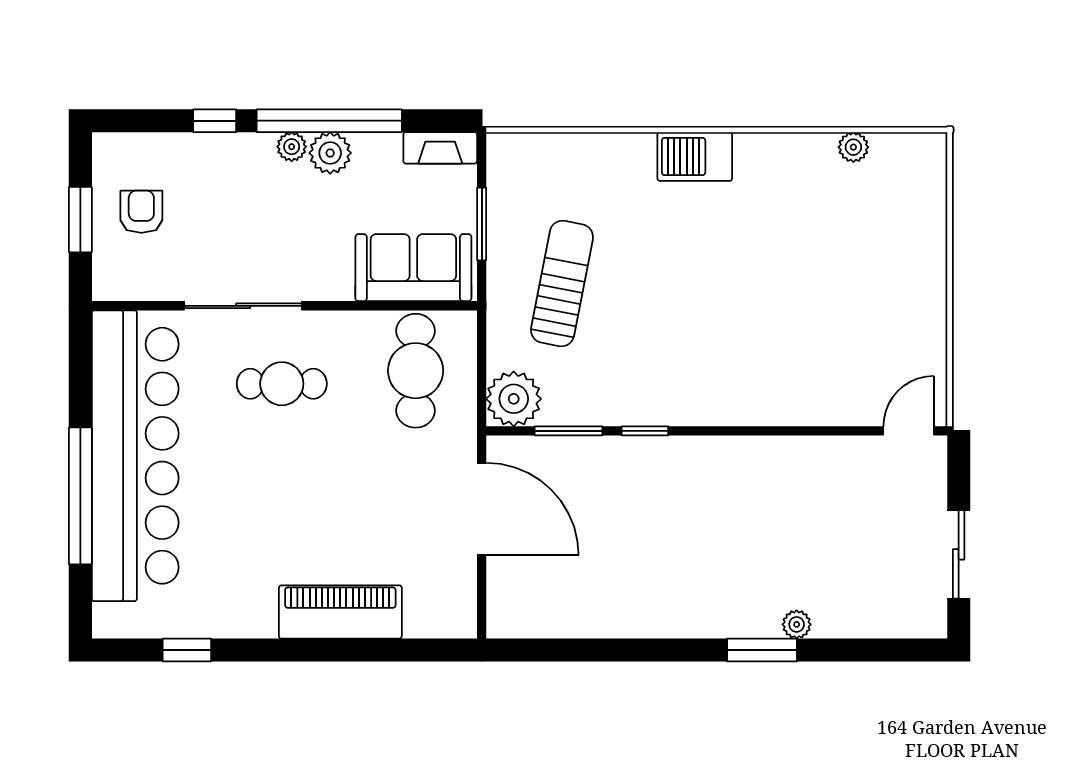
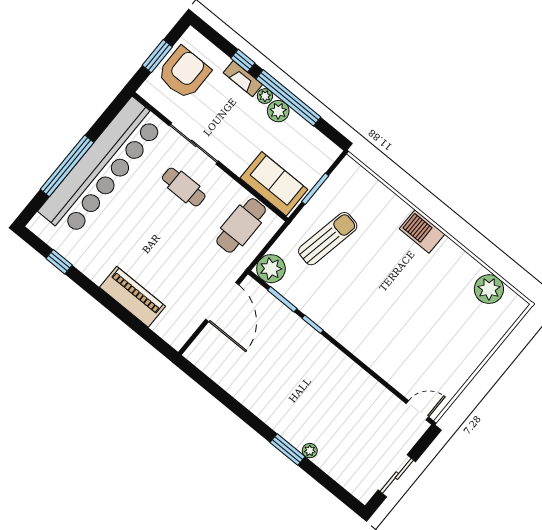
plant: (853, 147) -> (489, 289), width x1.88, depth x1.88
fireplace: (440, 148) -> (243, 79), moved
armchair: (141, 212) -> (184, 73), width x1.88, depth x1.88

